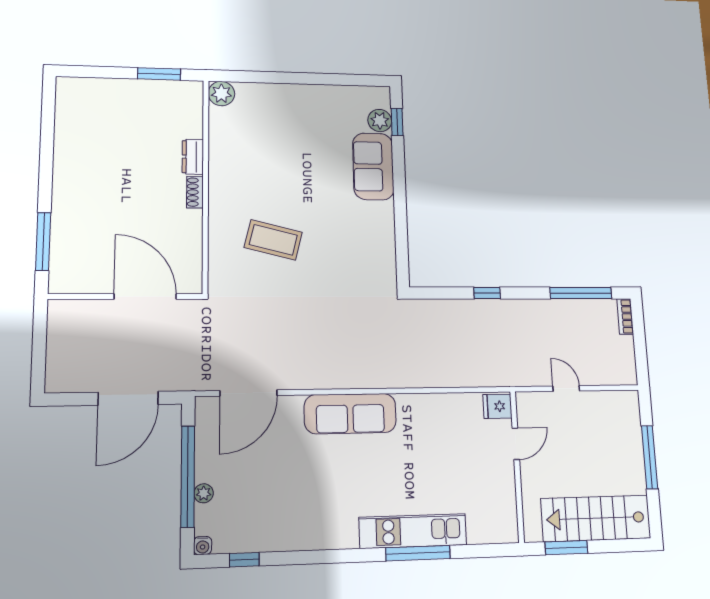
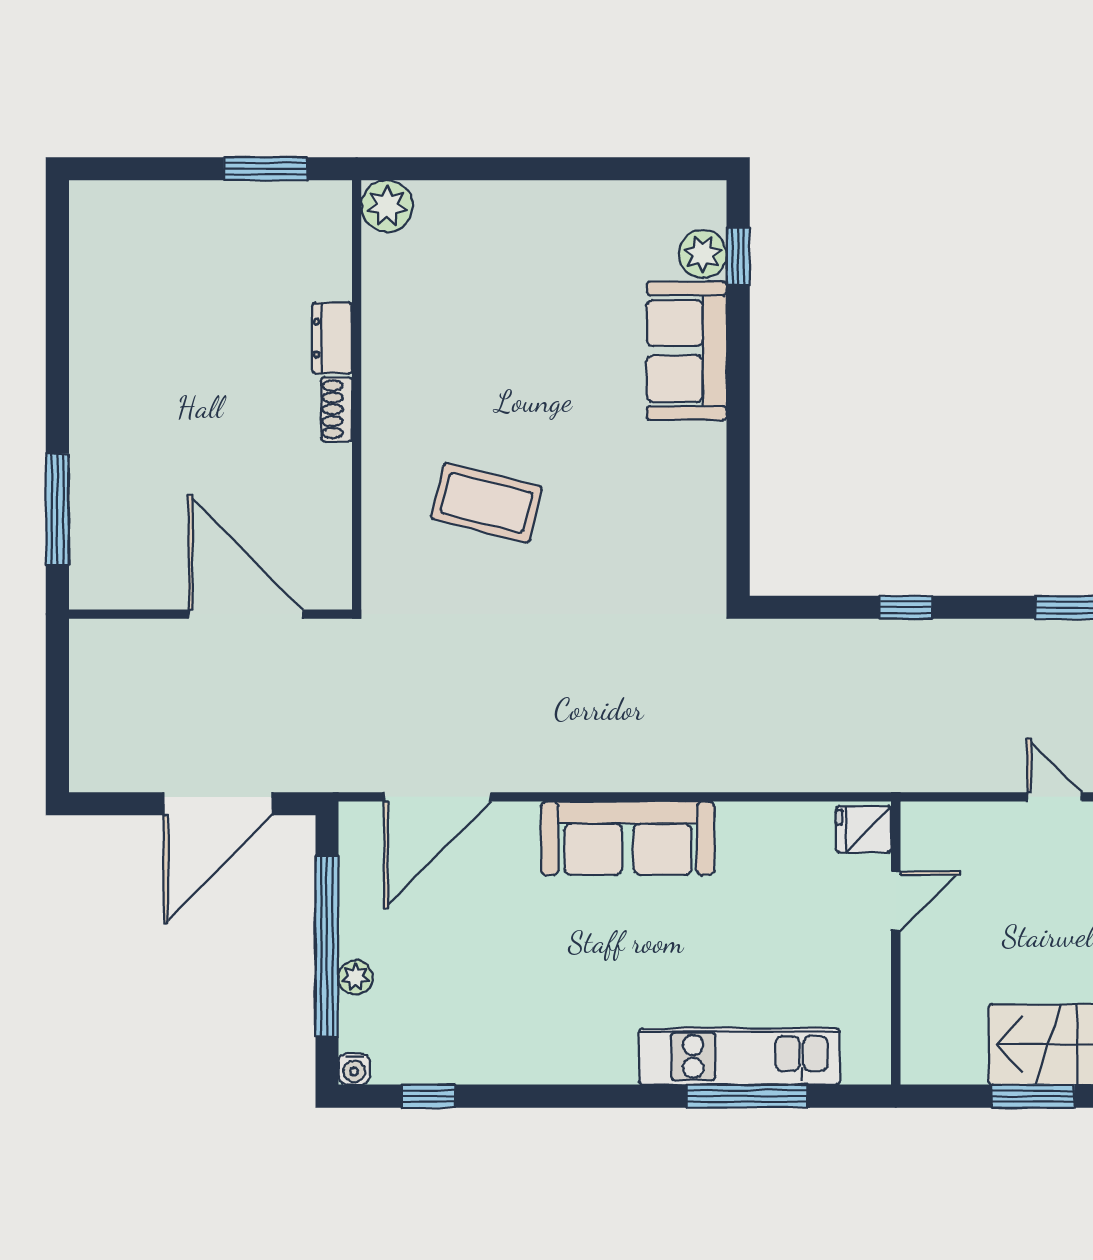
fridge: (497, 406) -> (864, 829), moved
door: (516, 444) -> (896, 901), moved
wall: (517, 466) -> (896, 943), moved

